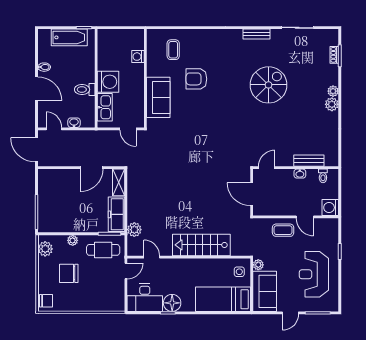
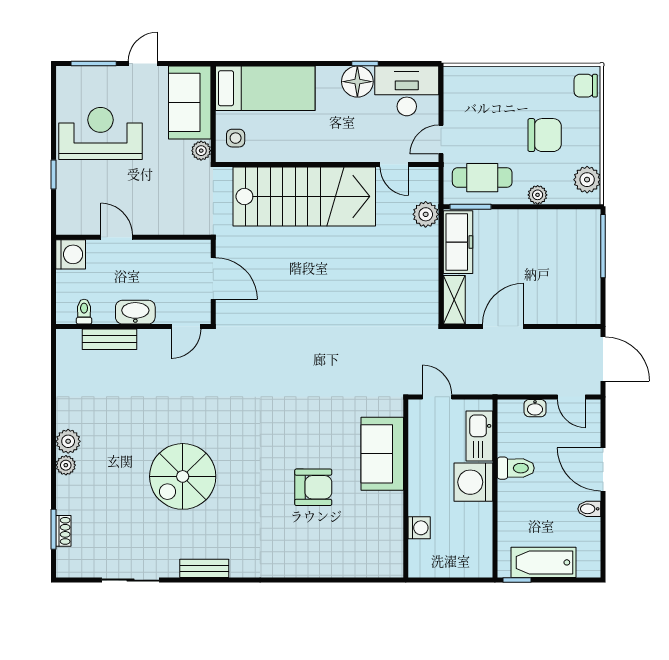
coffee table: (173, 50) -> (355, 540), removed
washbasin: (300, 174) -> (135, 312), width x1.91, depth x1.45
coffee table: (283, 230) -> (156, 213), removed
stairs: (201, 245) -> (304, 196), width x1.36, depth x1.51
reception desk: (314, 274) -> (101, 133), turned -90

